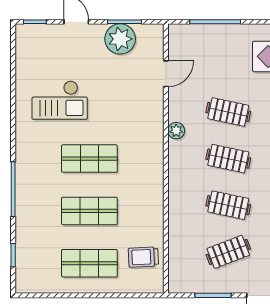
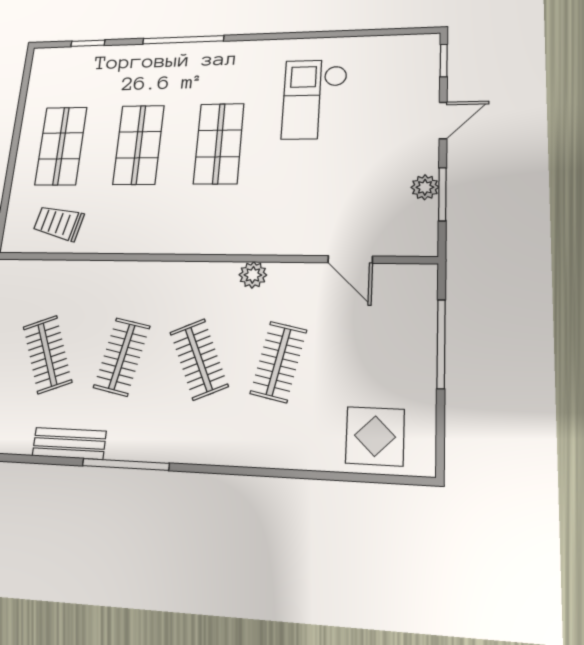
plant: (120, 39) -> (425, 187), width x0.53, depth x0.53
clothes rail: (228, 159) -> (199, 359), turned -36
trolley: (143, 257) -> (59, 223), turned -74

